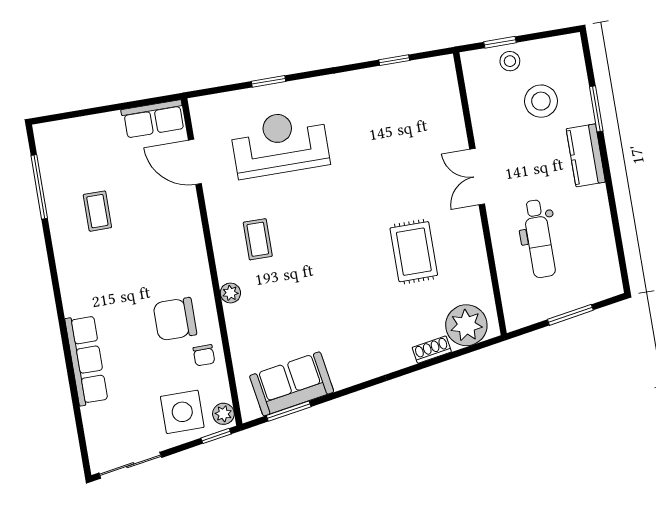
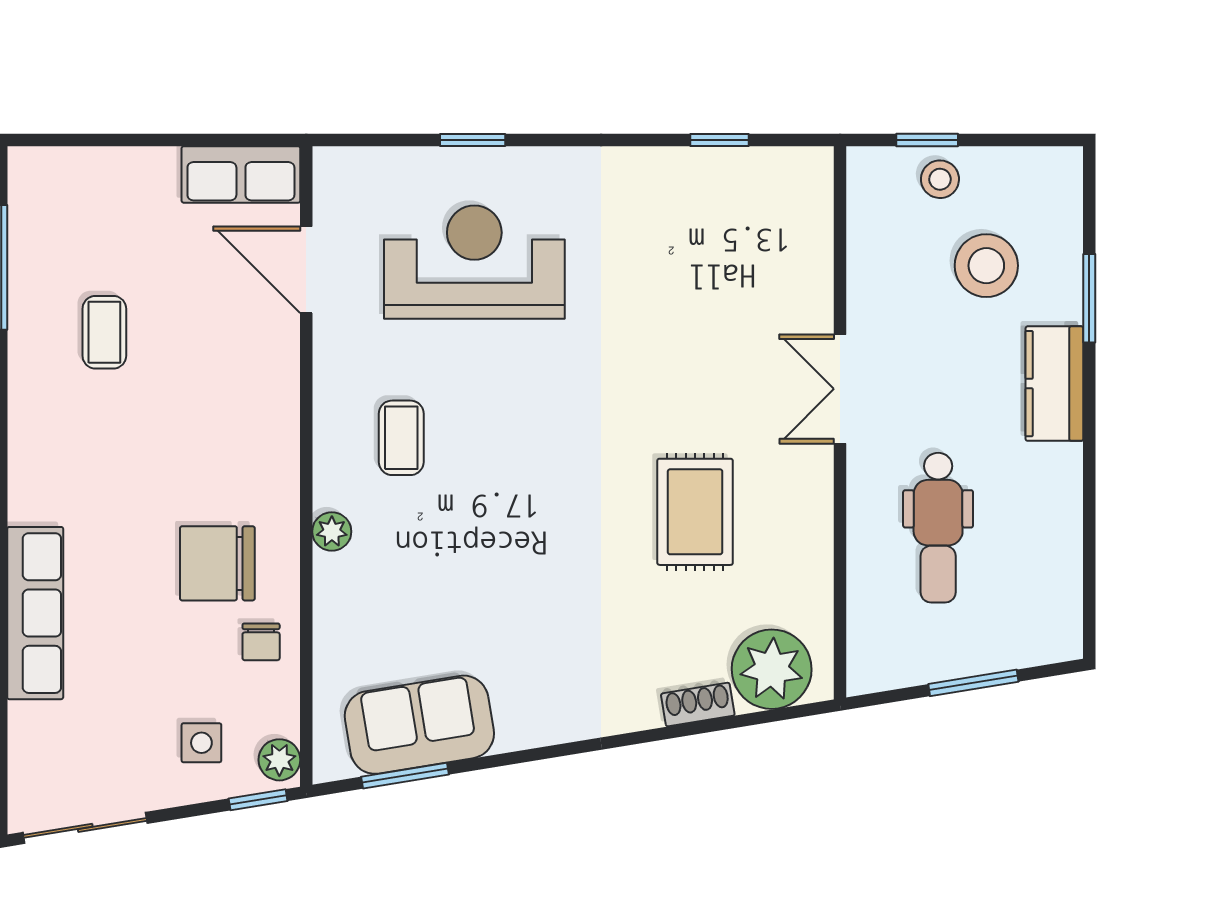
side table: (182, 412) -> (201, 743), width x0.54, depth x0.54

